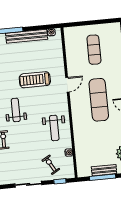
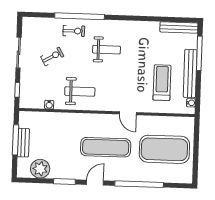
exercise mat: (94, 50) -> (164, 149), width x2.00, depth x1.45
treadmill: (35, 80) -> (162, 83), moved
weight bench: (54, 128) -> (80, 91), turned 180
exercise bike: (51, 165) -> (52, 56), moved

